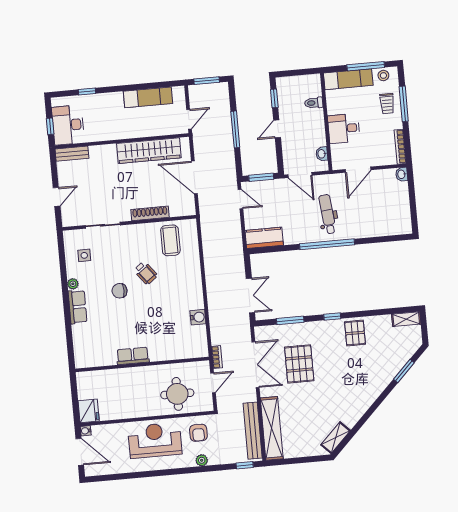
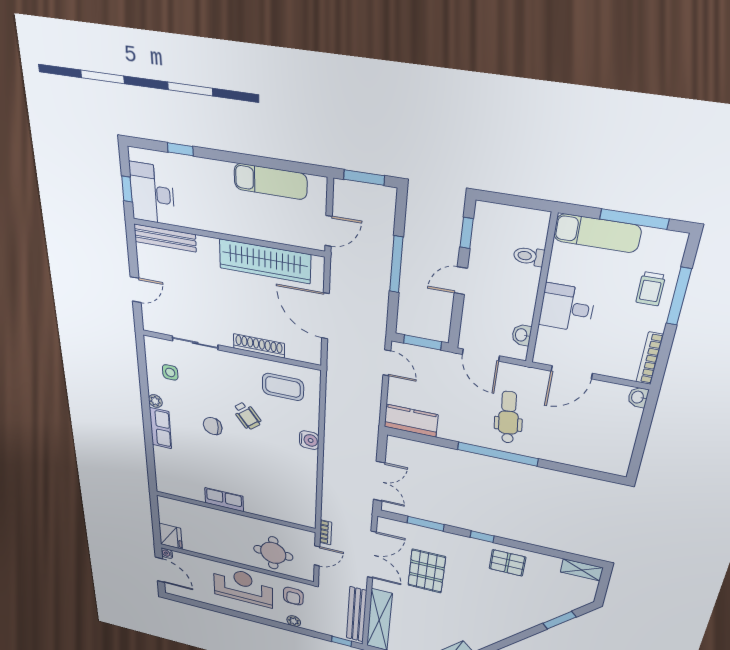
stool: (383, 76) -> (660, 242), removed
bench: (72, 154) -> (165, 238), width x1.36
coffee table: (170, 240) -> (283, 387), turned 90
water cooler: (198, 317) -> (309, 440), moved
pallet: (355, 333) -> (507, 563), turned 90

